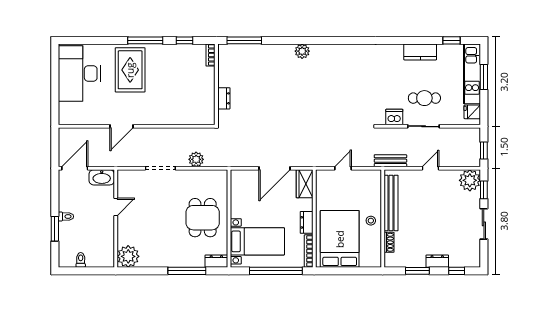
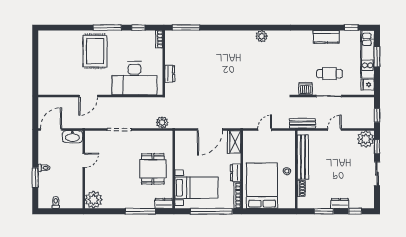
plant: (302, 51) -> (262, 36), moved
desk: (79, 74) -> (134, 78), moved, turned -90
plant: (196, 159) -> (162, 122), moved

